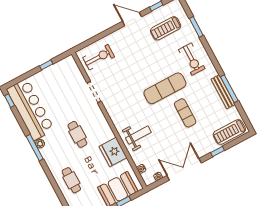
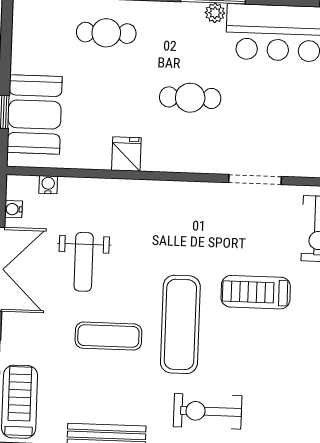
treadmill: (166, 28) -> (256, 292), moved, turned -90
weight bench: (138, 135) -> (84, 262), moved
fridge: (113, 152) -> (126, 154), width x0.53, depth x0.75

